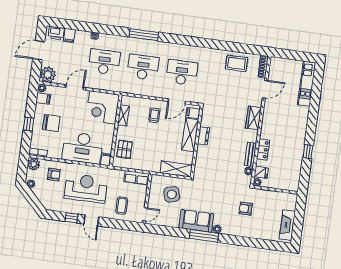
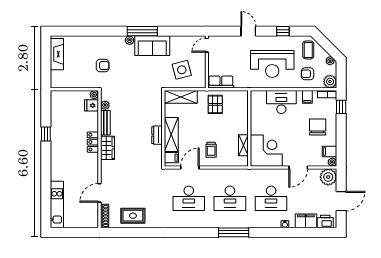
filing cabinet: (69, 35) -> (306, 221), width x2.00
wardrobe: (253, 118) -> (107, 148), moved
chair: (51, 123) -> (318, 127), turned 90
window: (29, 124) -> (341, 107), moved
desk: (83, 148) -> (281, 102), width x0.73, depth x0.77
pallet: (125, 149) -> (215, 104), moved
locker: (263, 149) -> (93, 142), moved
filing cabinet: (106, 159) -> (307, 97), moved
coffee table: (122, 206) -> (308, 50), moved
door: (91, 220) -> (248, 31), moved

